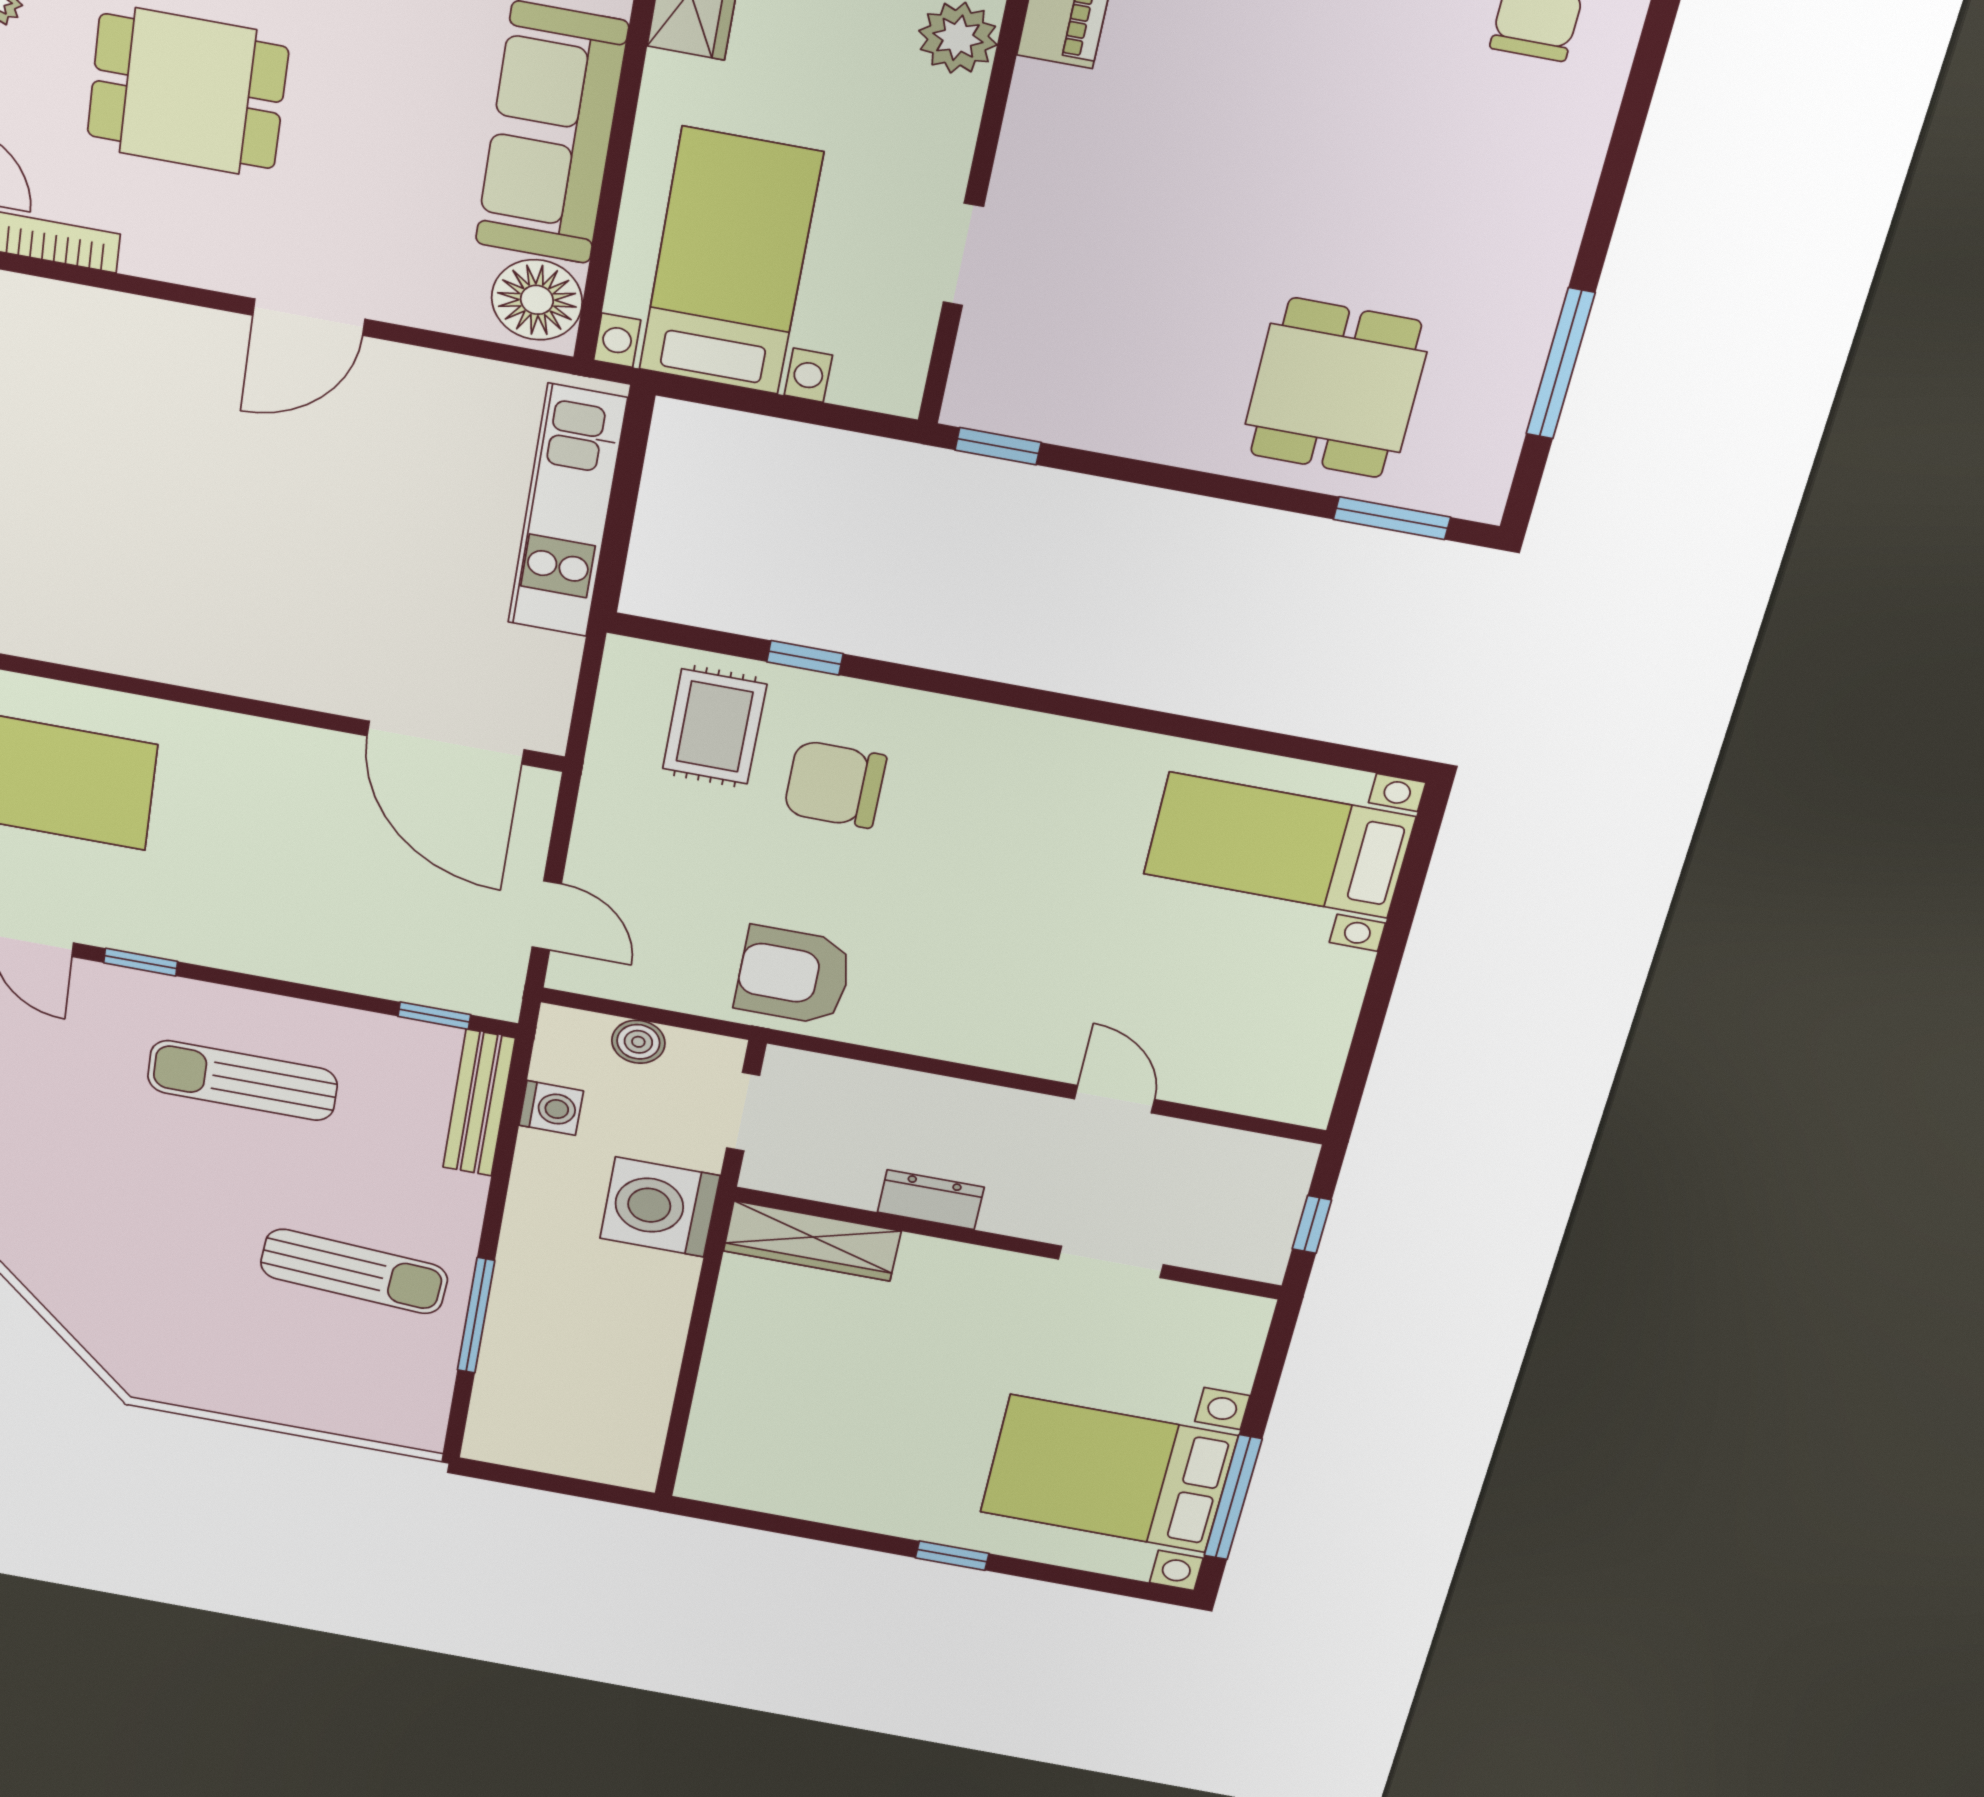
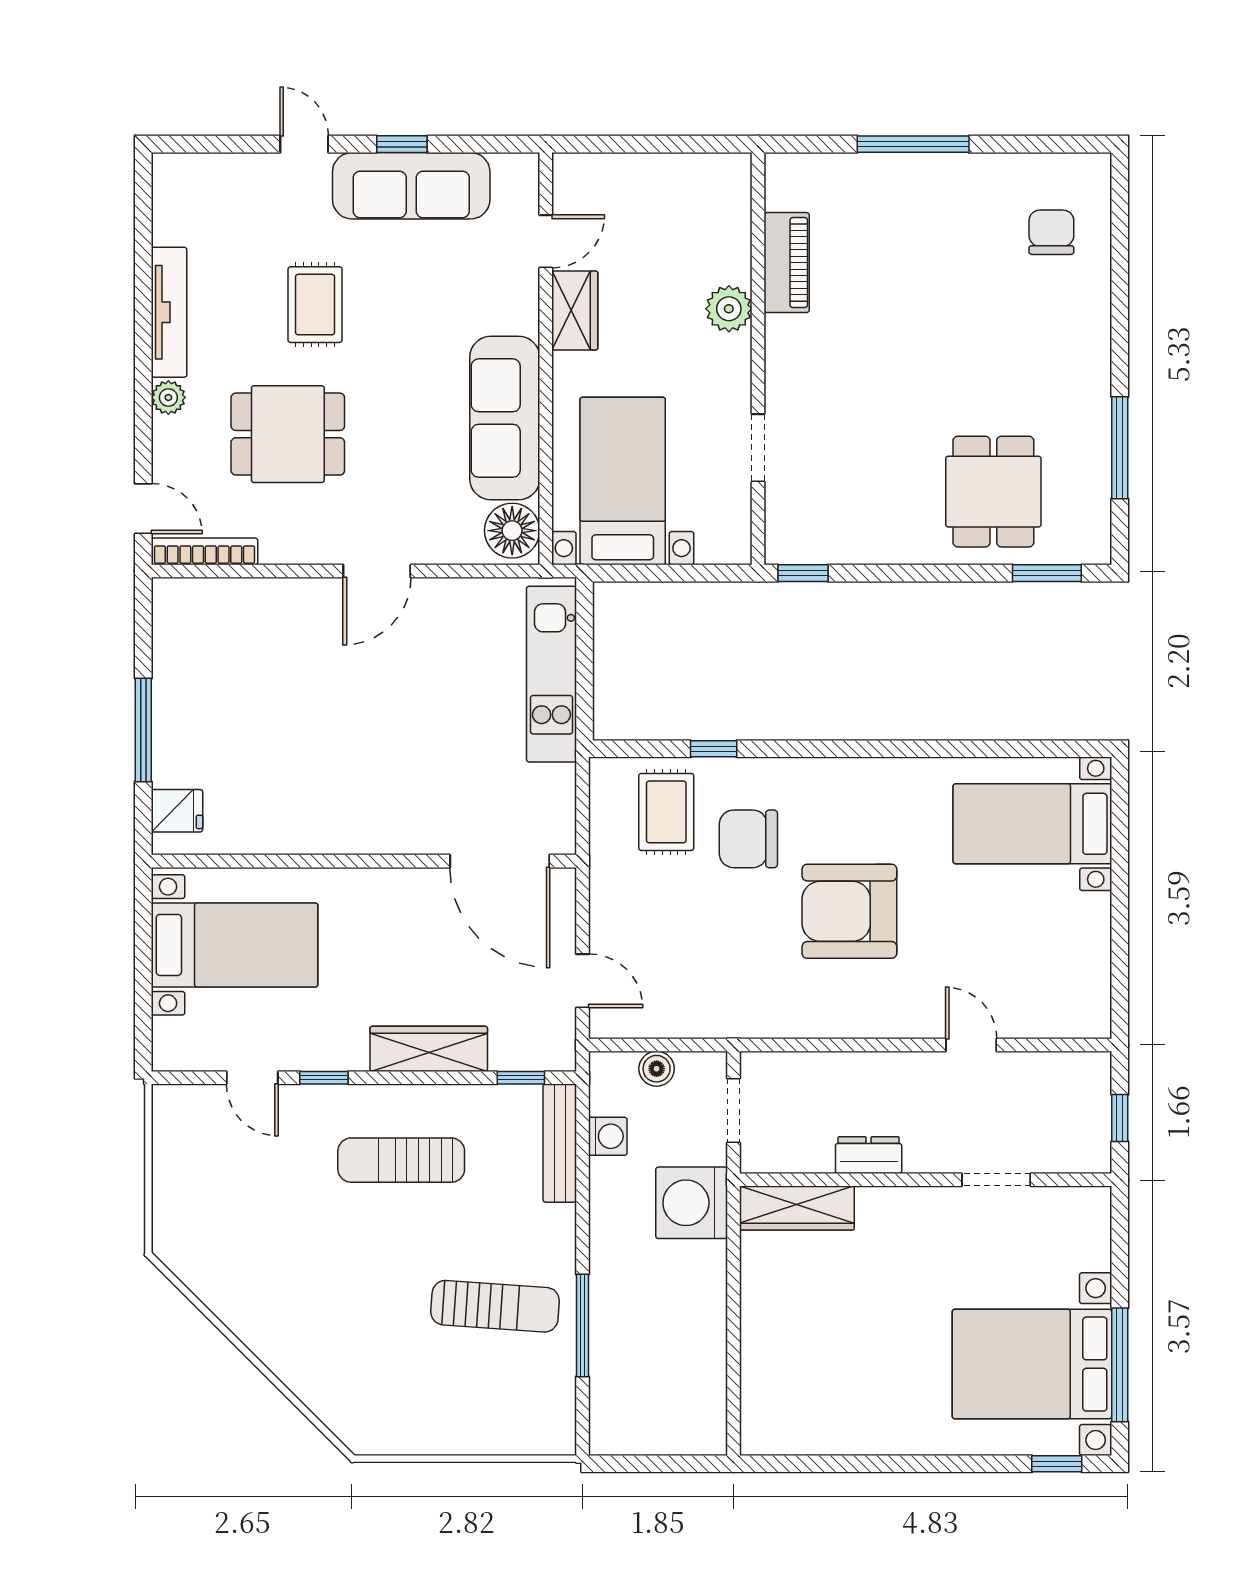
wardrobe: (302, 956) -> (429, 1049), added
armchair: (794, 975) -> (849, 911), moved, width x1.36, depth x1.36
window: (952, 1556) -> (1057, 1464), moved

